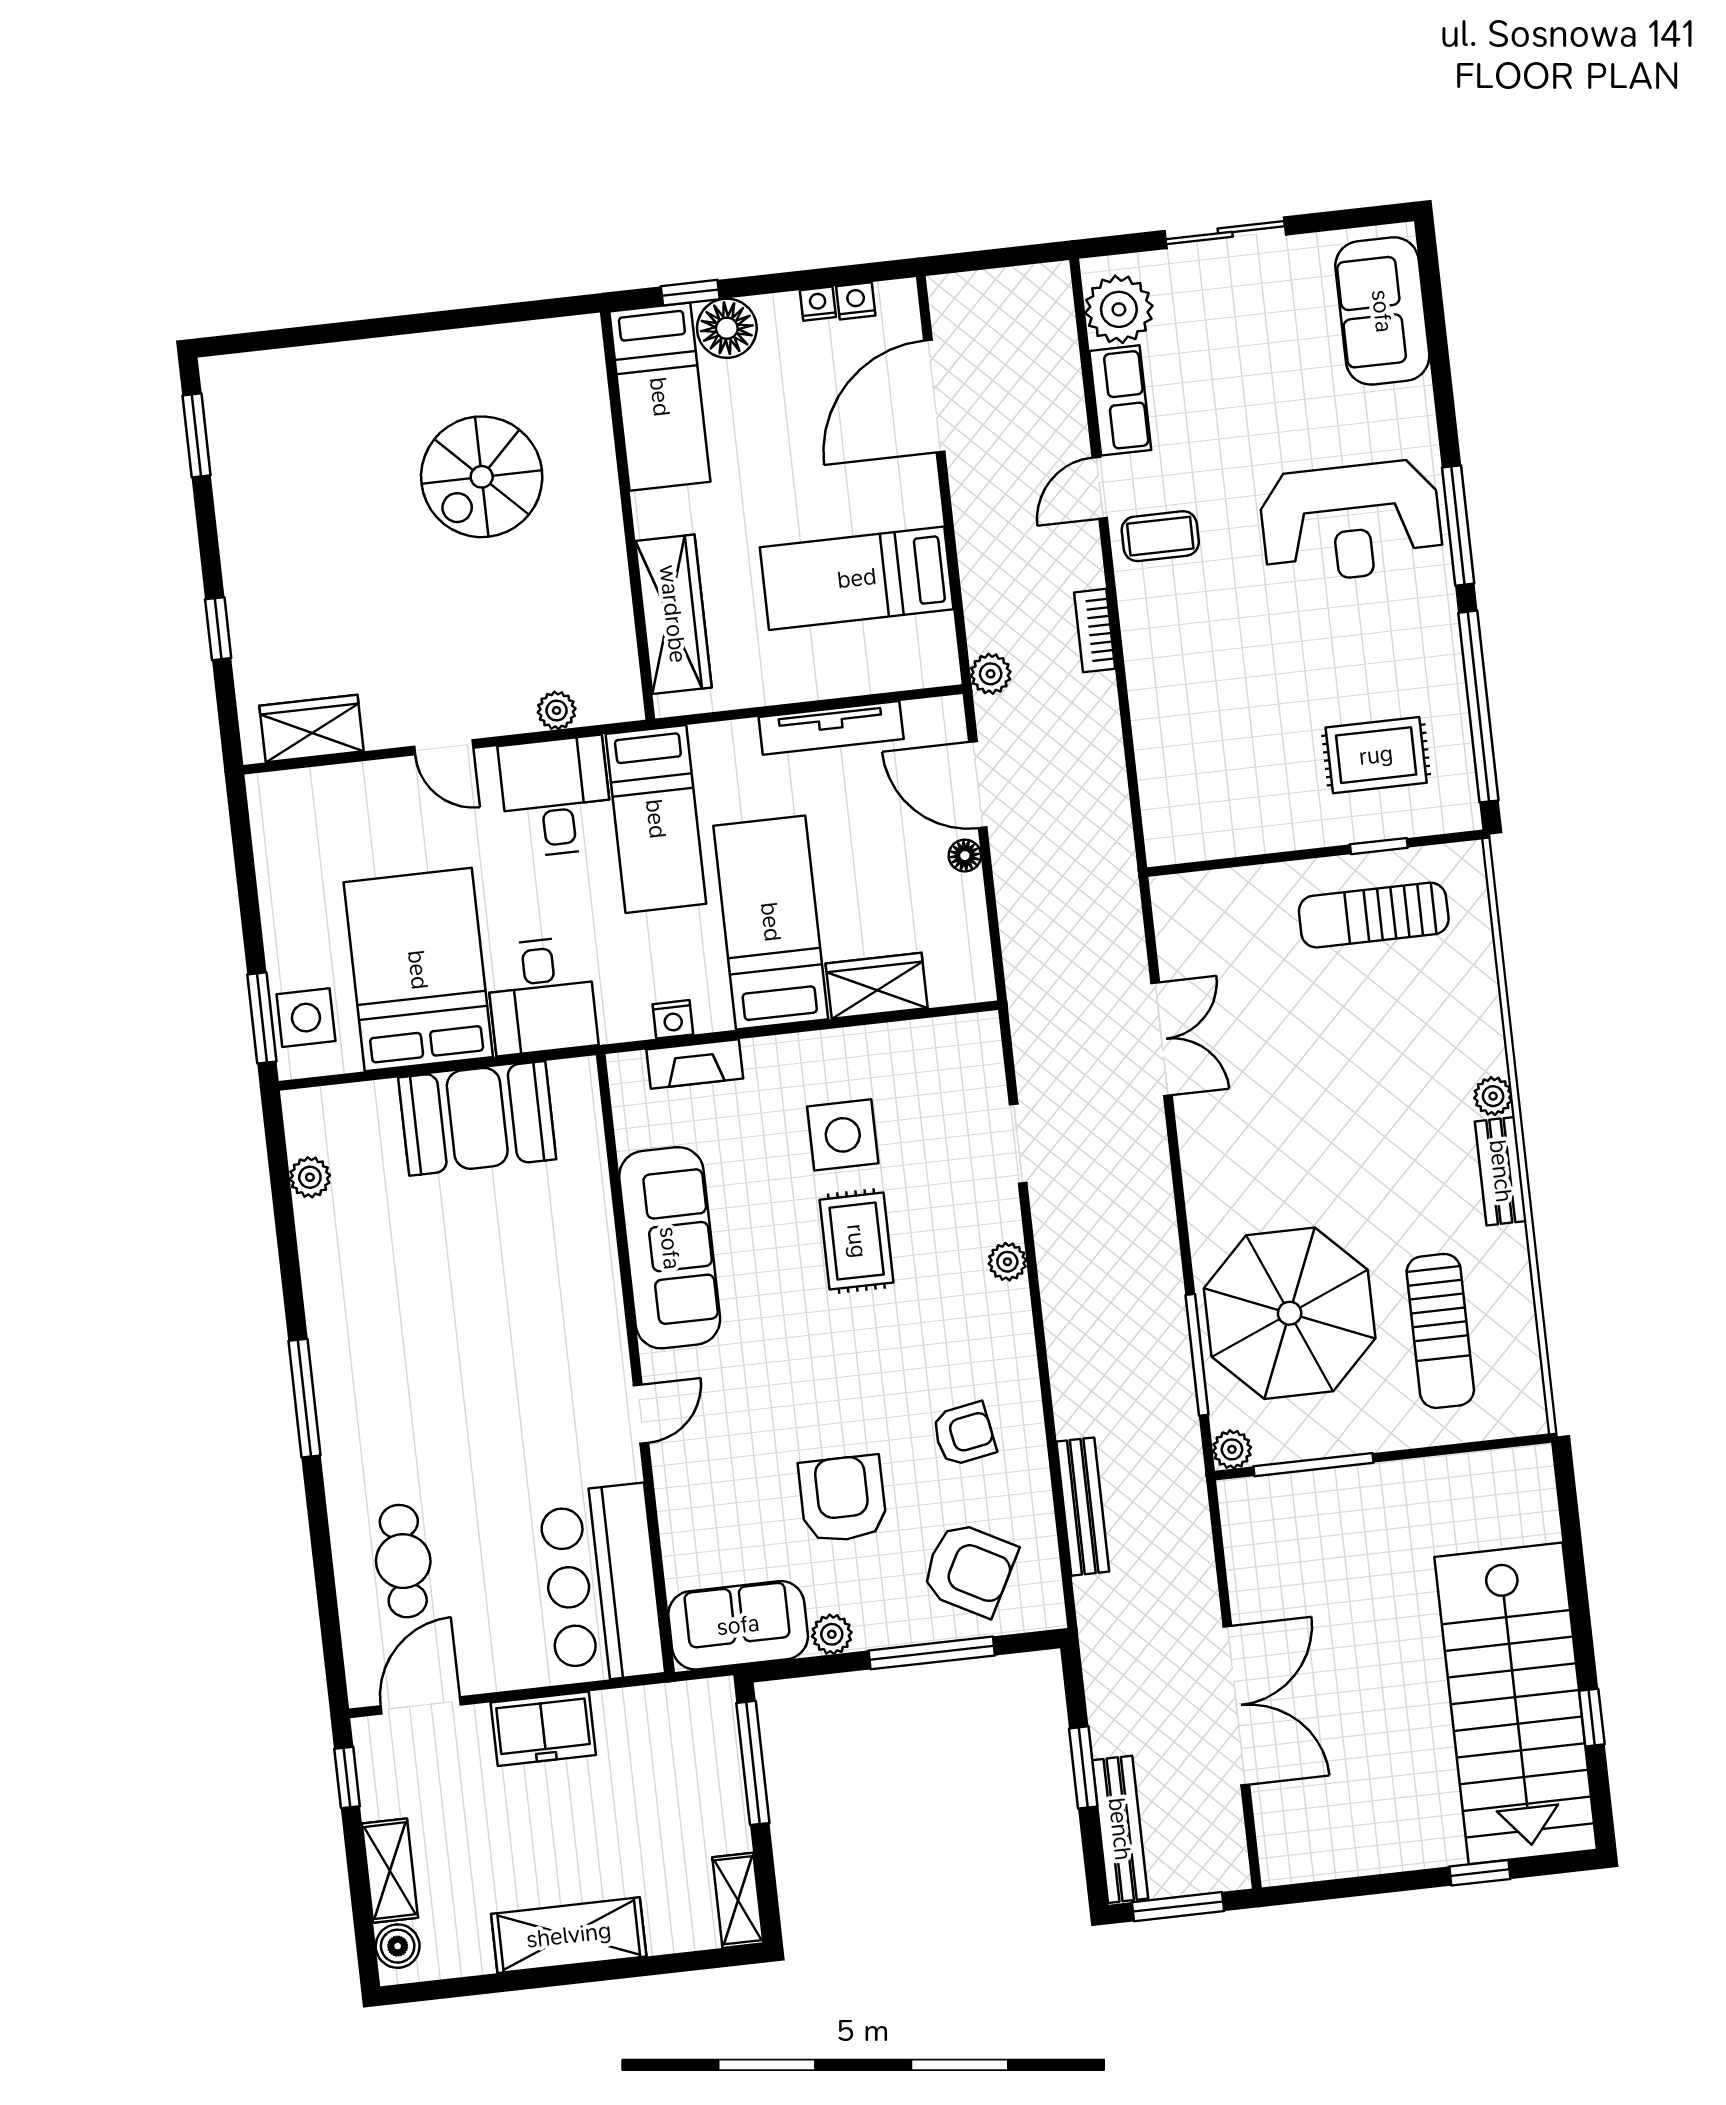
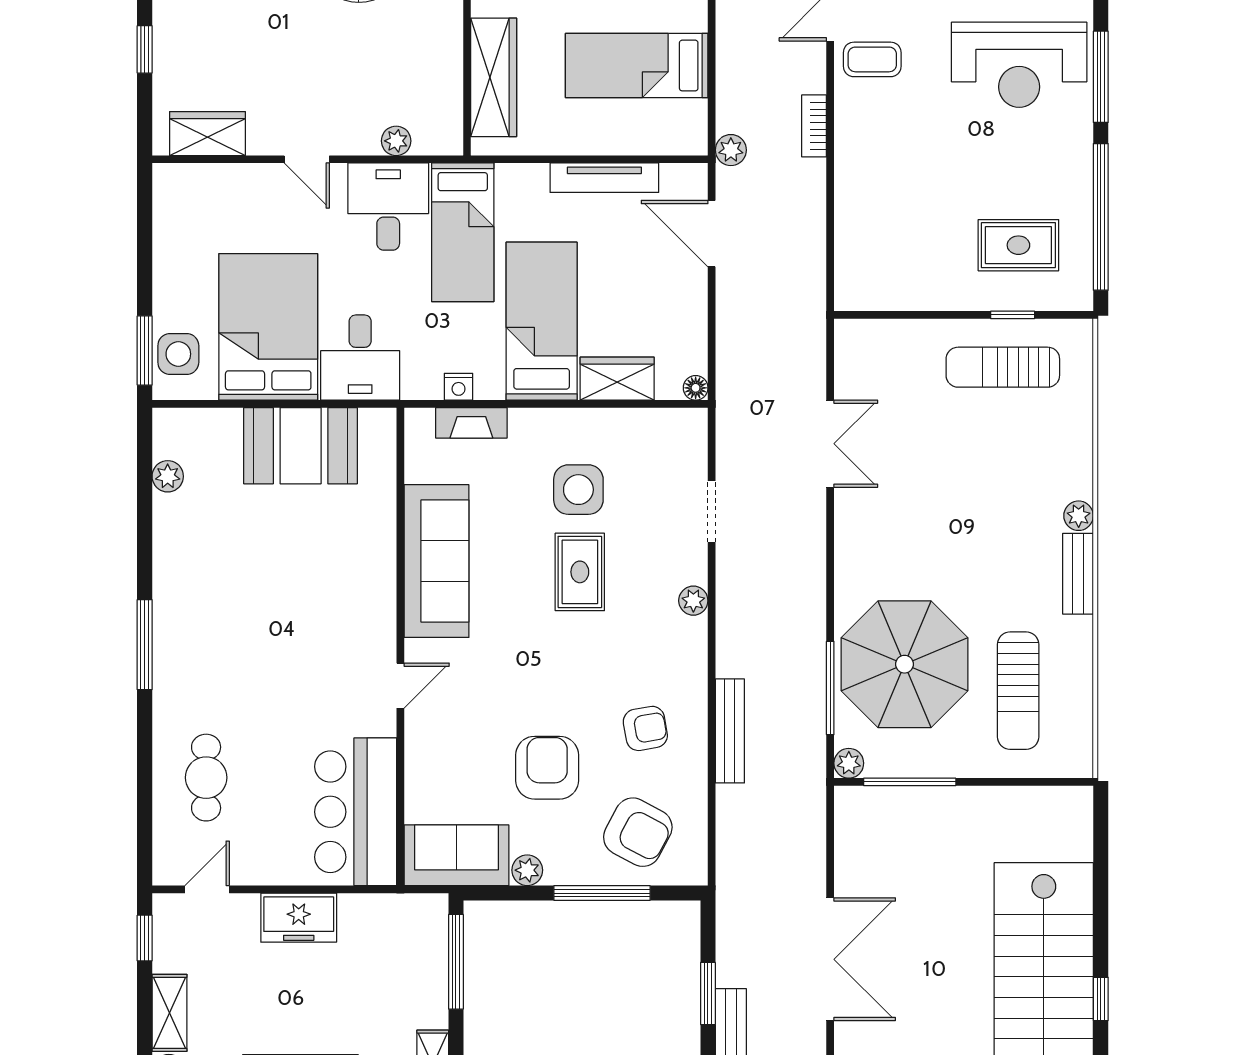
floor lamp: (965, 856) -> (696, 388), moved
bench: (1083, 1507) -> (730, 731), moved
door: (421, 1705) -> (207, 889), width x0.73

